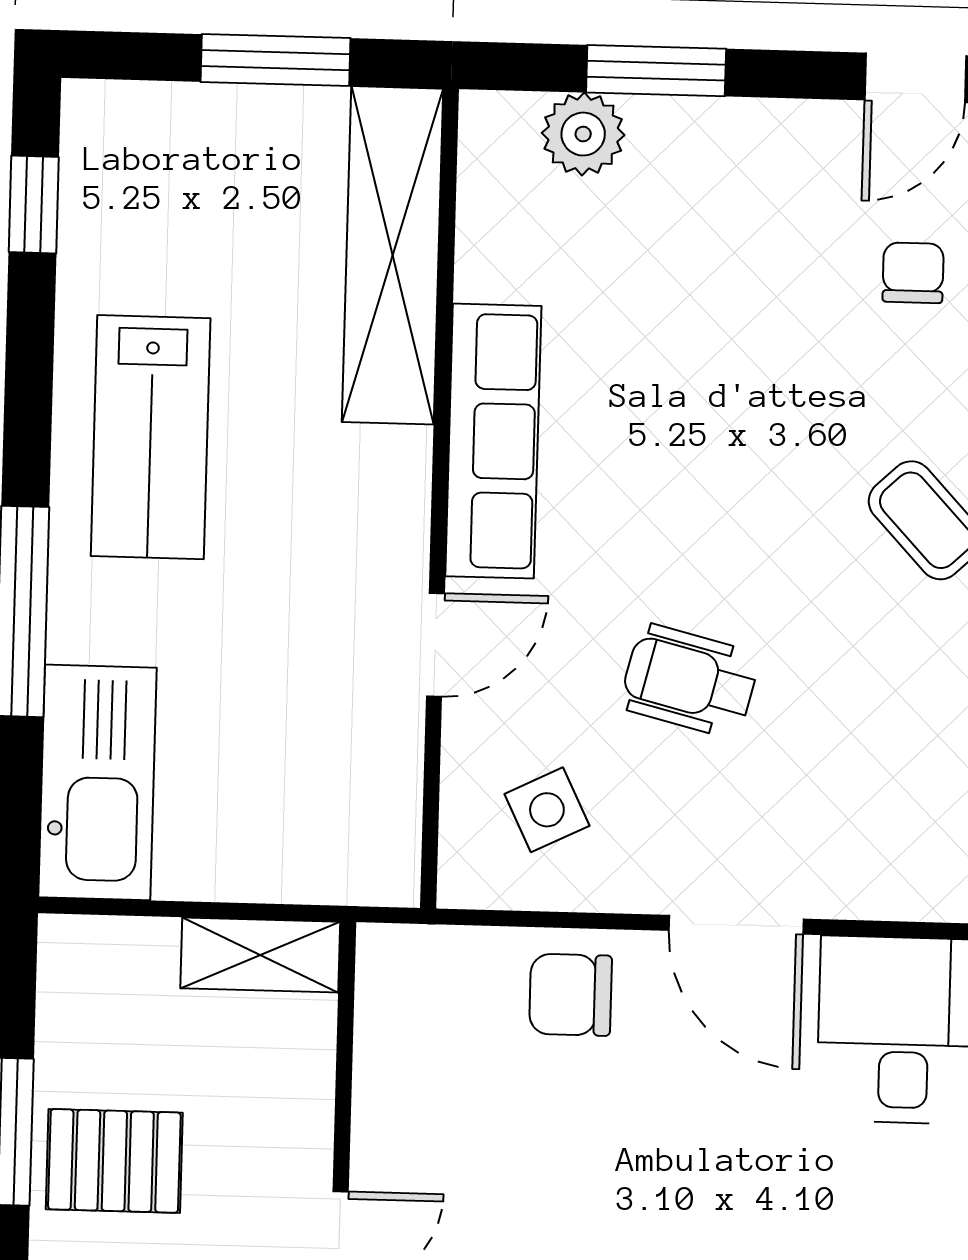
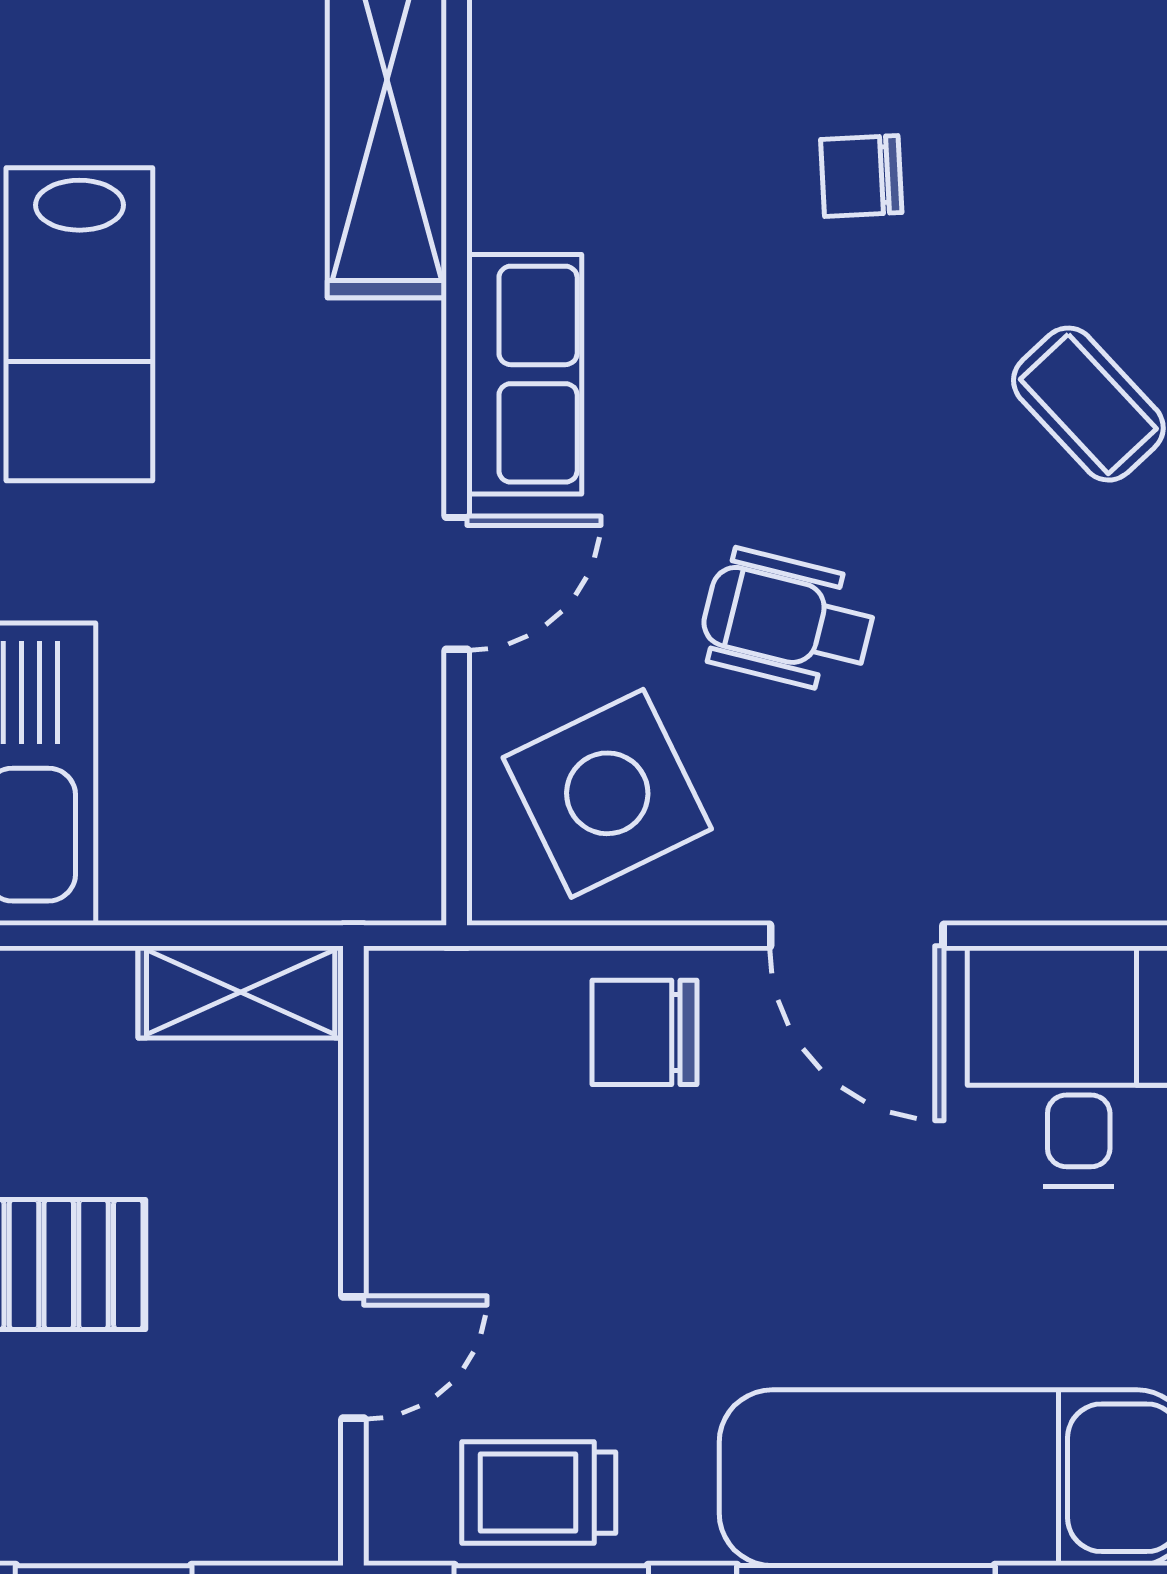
chair: (913, 273) -> (861, 176), moved, turned -93
row of seats: (493, 441) -> (524, 374), width x0.68
side table: (547, 810) -> (607, 793), width x1.87, depth x1.87

